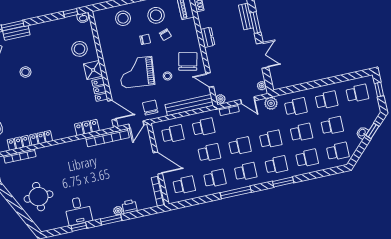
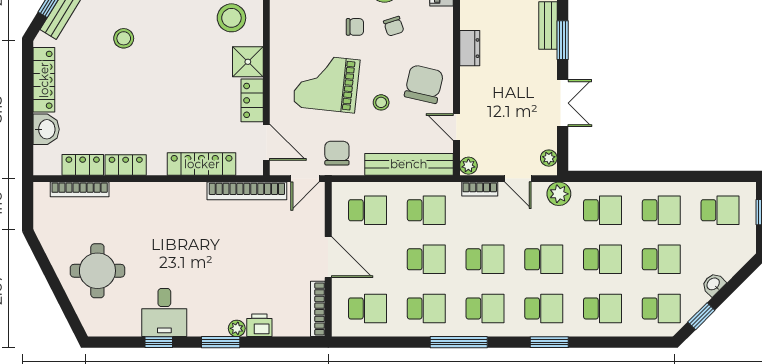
locker: (87, 127) -> (202, 164), width x1.53
window: (372, 131) -> (701, 316), moved

